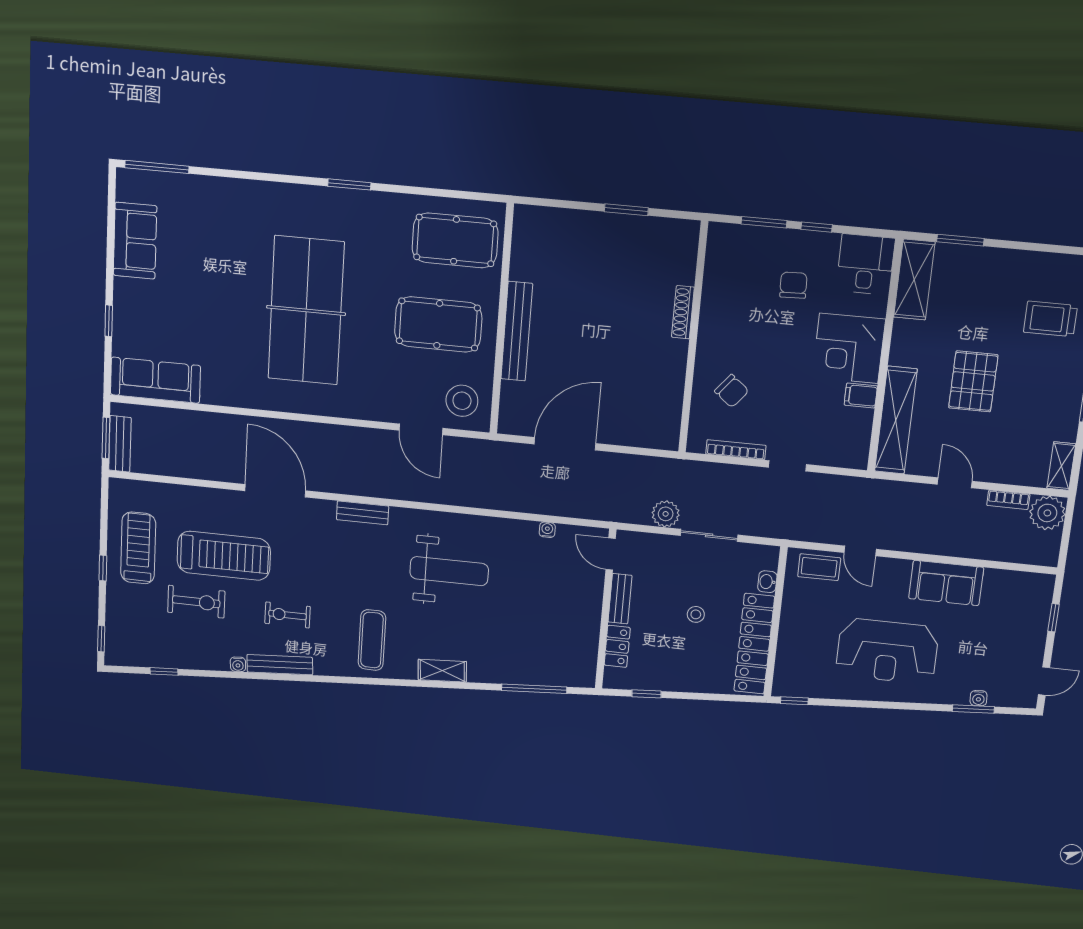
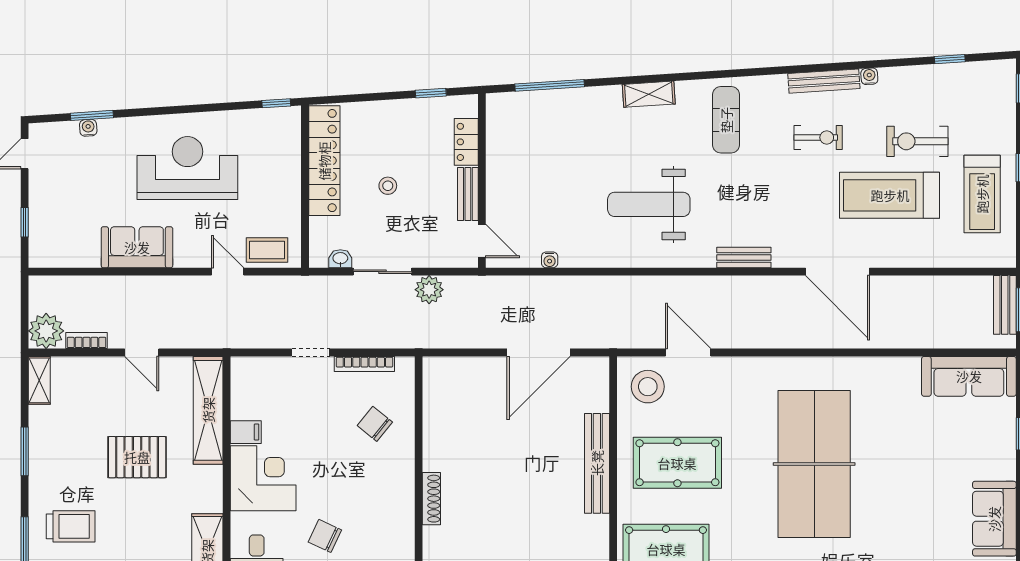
chair: (793, 285) -> (325, 536), turned 117
pallet: (973, 381) -> (137, 457), turned 90
washbasin: (767, 582) -> (340, 259), moved, turned -90

